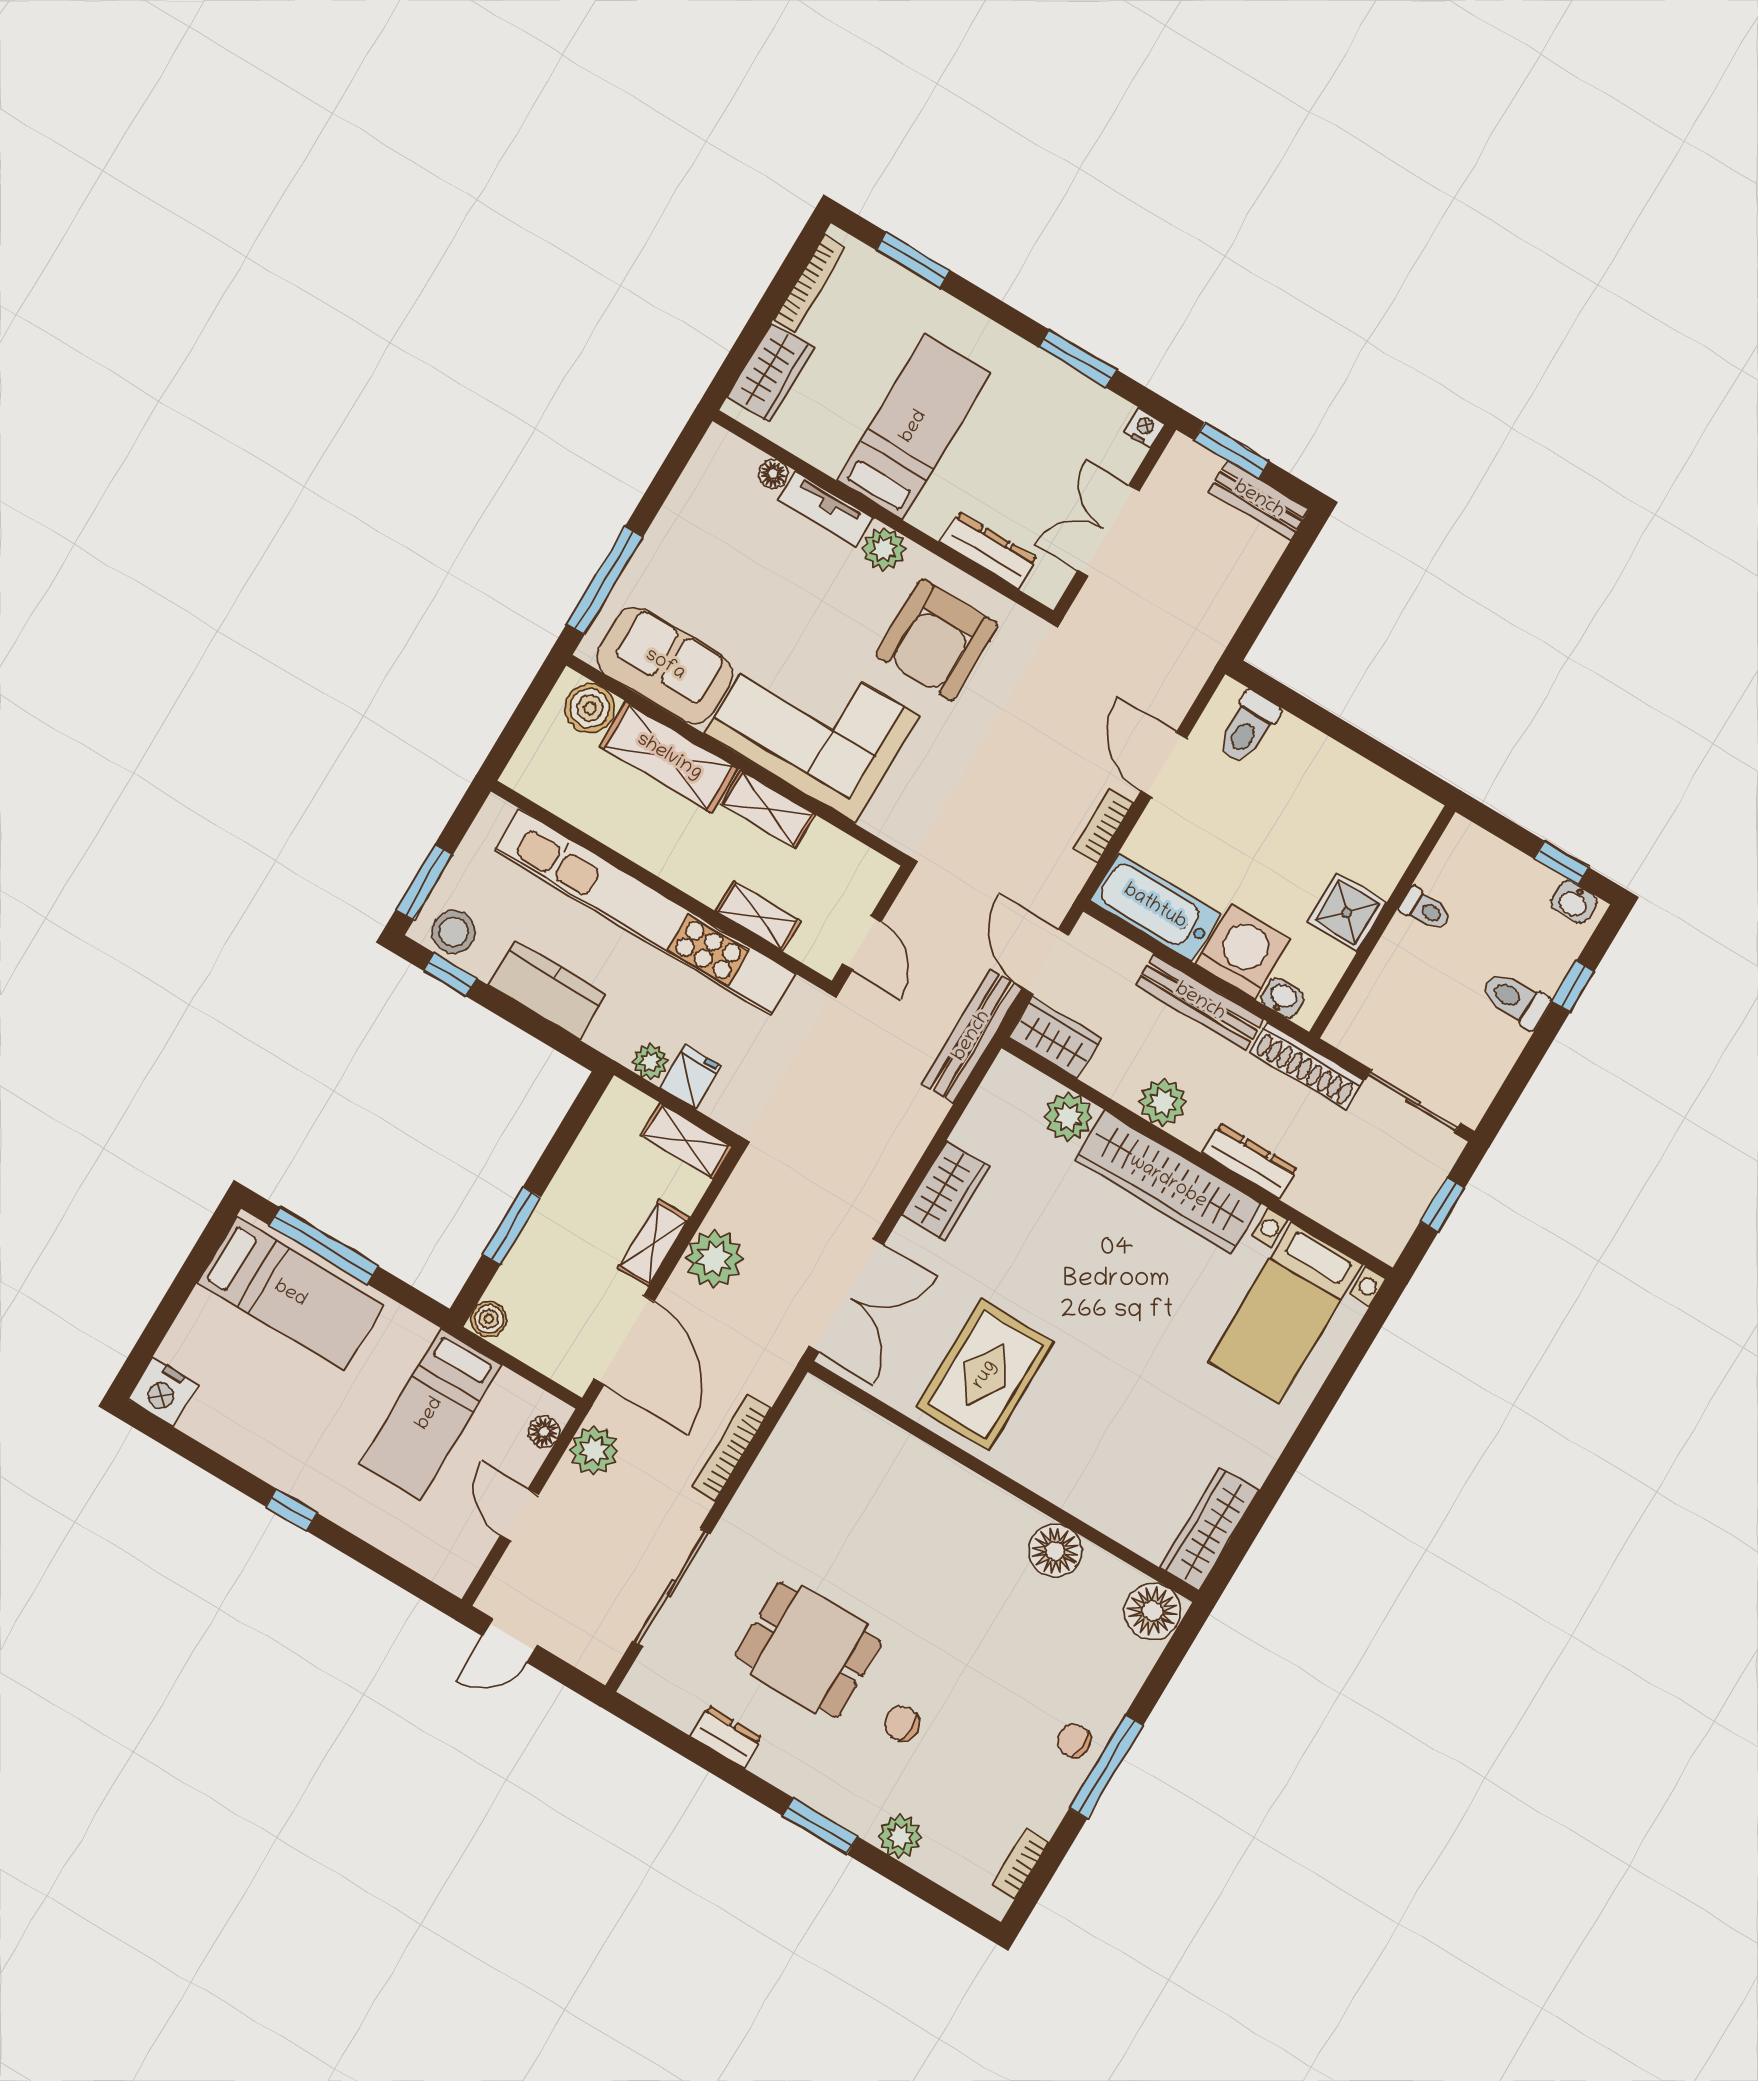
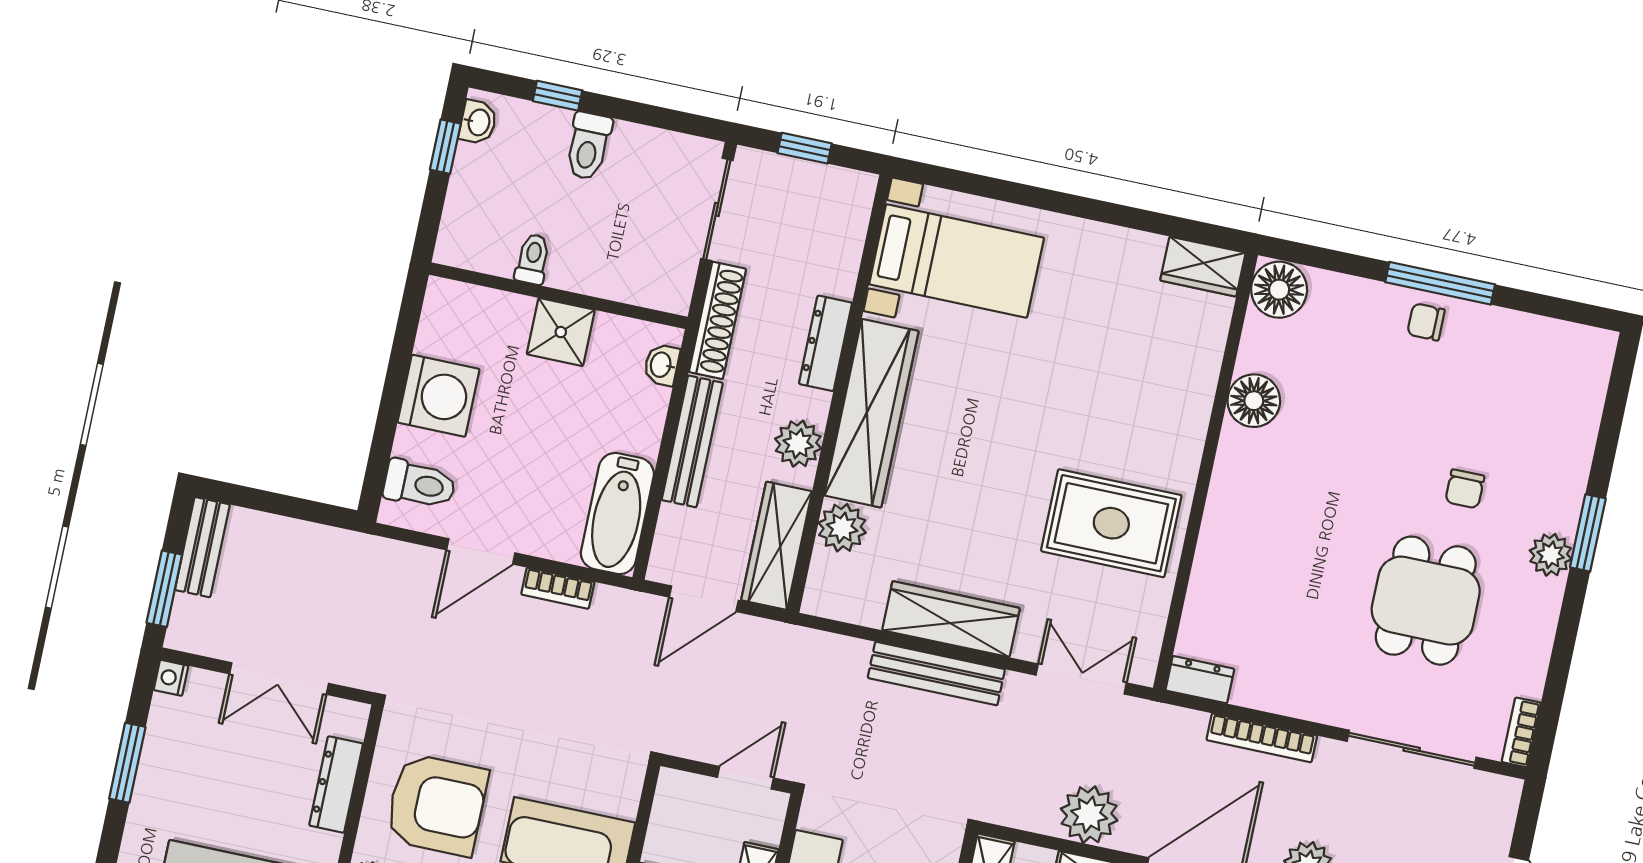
washing machine: (1243, 952) -> (439, 396), moved, turned 180
bench: (972, 1036) -> (936, 674), moved
wardrobe: (1055, 1038) -> (777, 546), width x1.50
wardrobe: (946, 1191) -> (951, 619), width x1.50
double door: (846, 1295) -> (1081, 679), width x0.73
wardrobe: (1210, 1529) -> (1203, 267), width x0.67
dresser: (726, 1737) -> (1200, 680), moved, turned 90
chair: (1074, 1741) -> (1426, 322), turned 90
plant: (900, 1836) -> (1551, 555), moved
bookcase: (1021, 1863) -> (1521, 732), moved, turned 90

